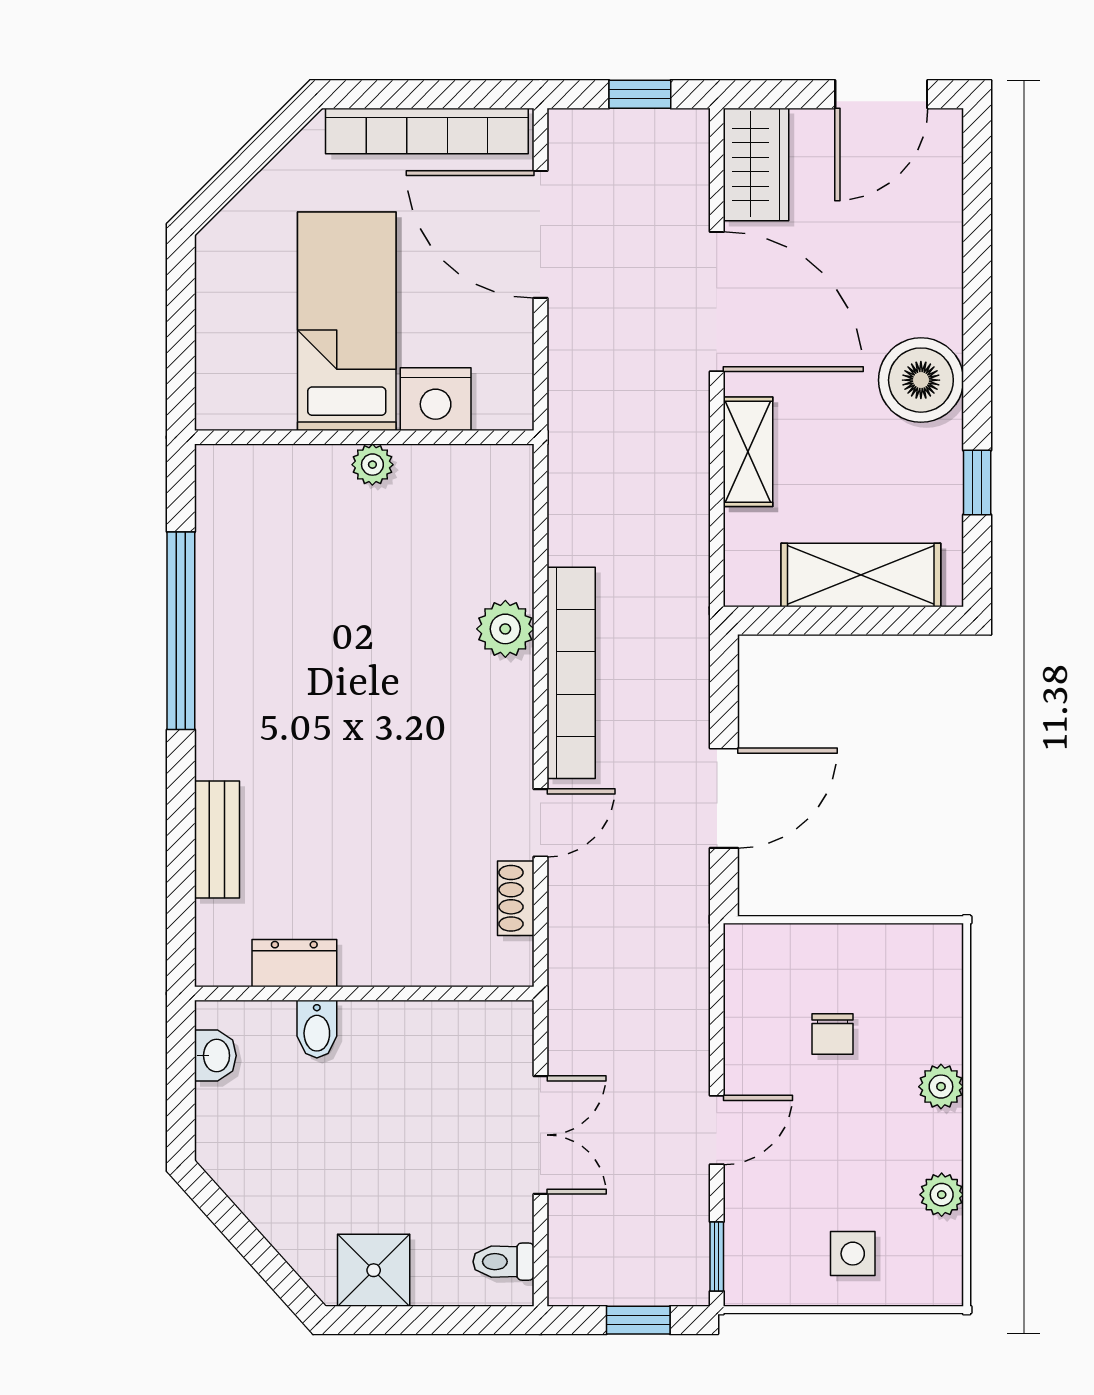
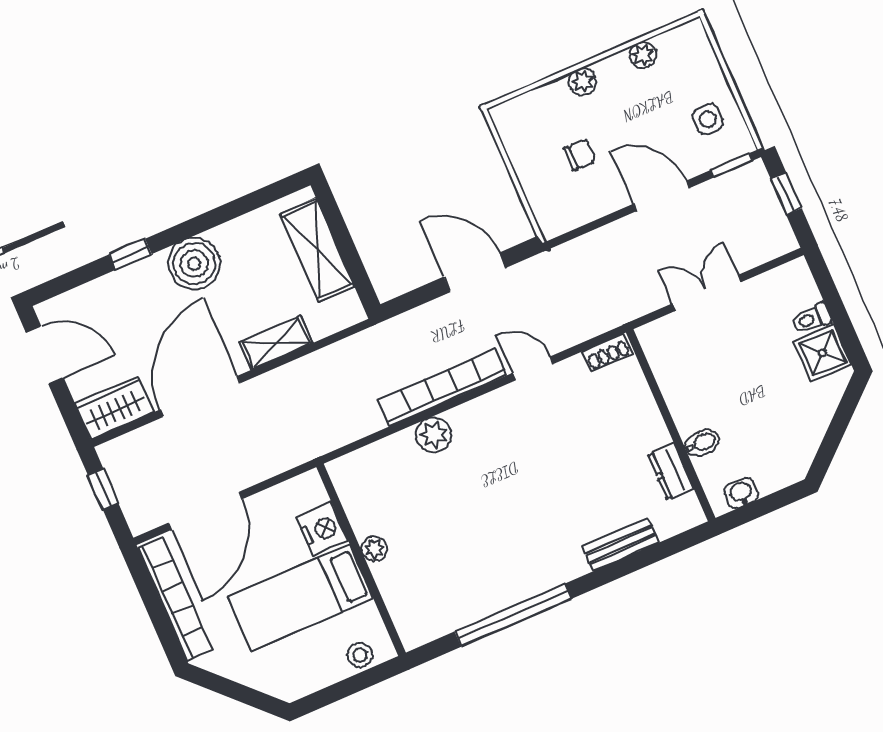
stool: (221, 373) -> (360, 655), added
window: (977, 483) -> (130, 254), moved
shoe rack: (516, 898) -> (607, 352), moved
door: (717, 1130) -> (661, 196), width x1.38
side table: (853, 1254) -> (708, 119), moved
toilet: (503, 1262) -> (811, 319), moved, turned 90

